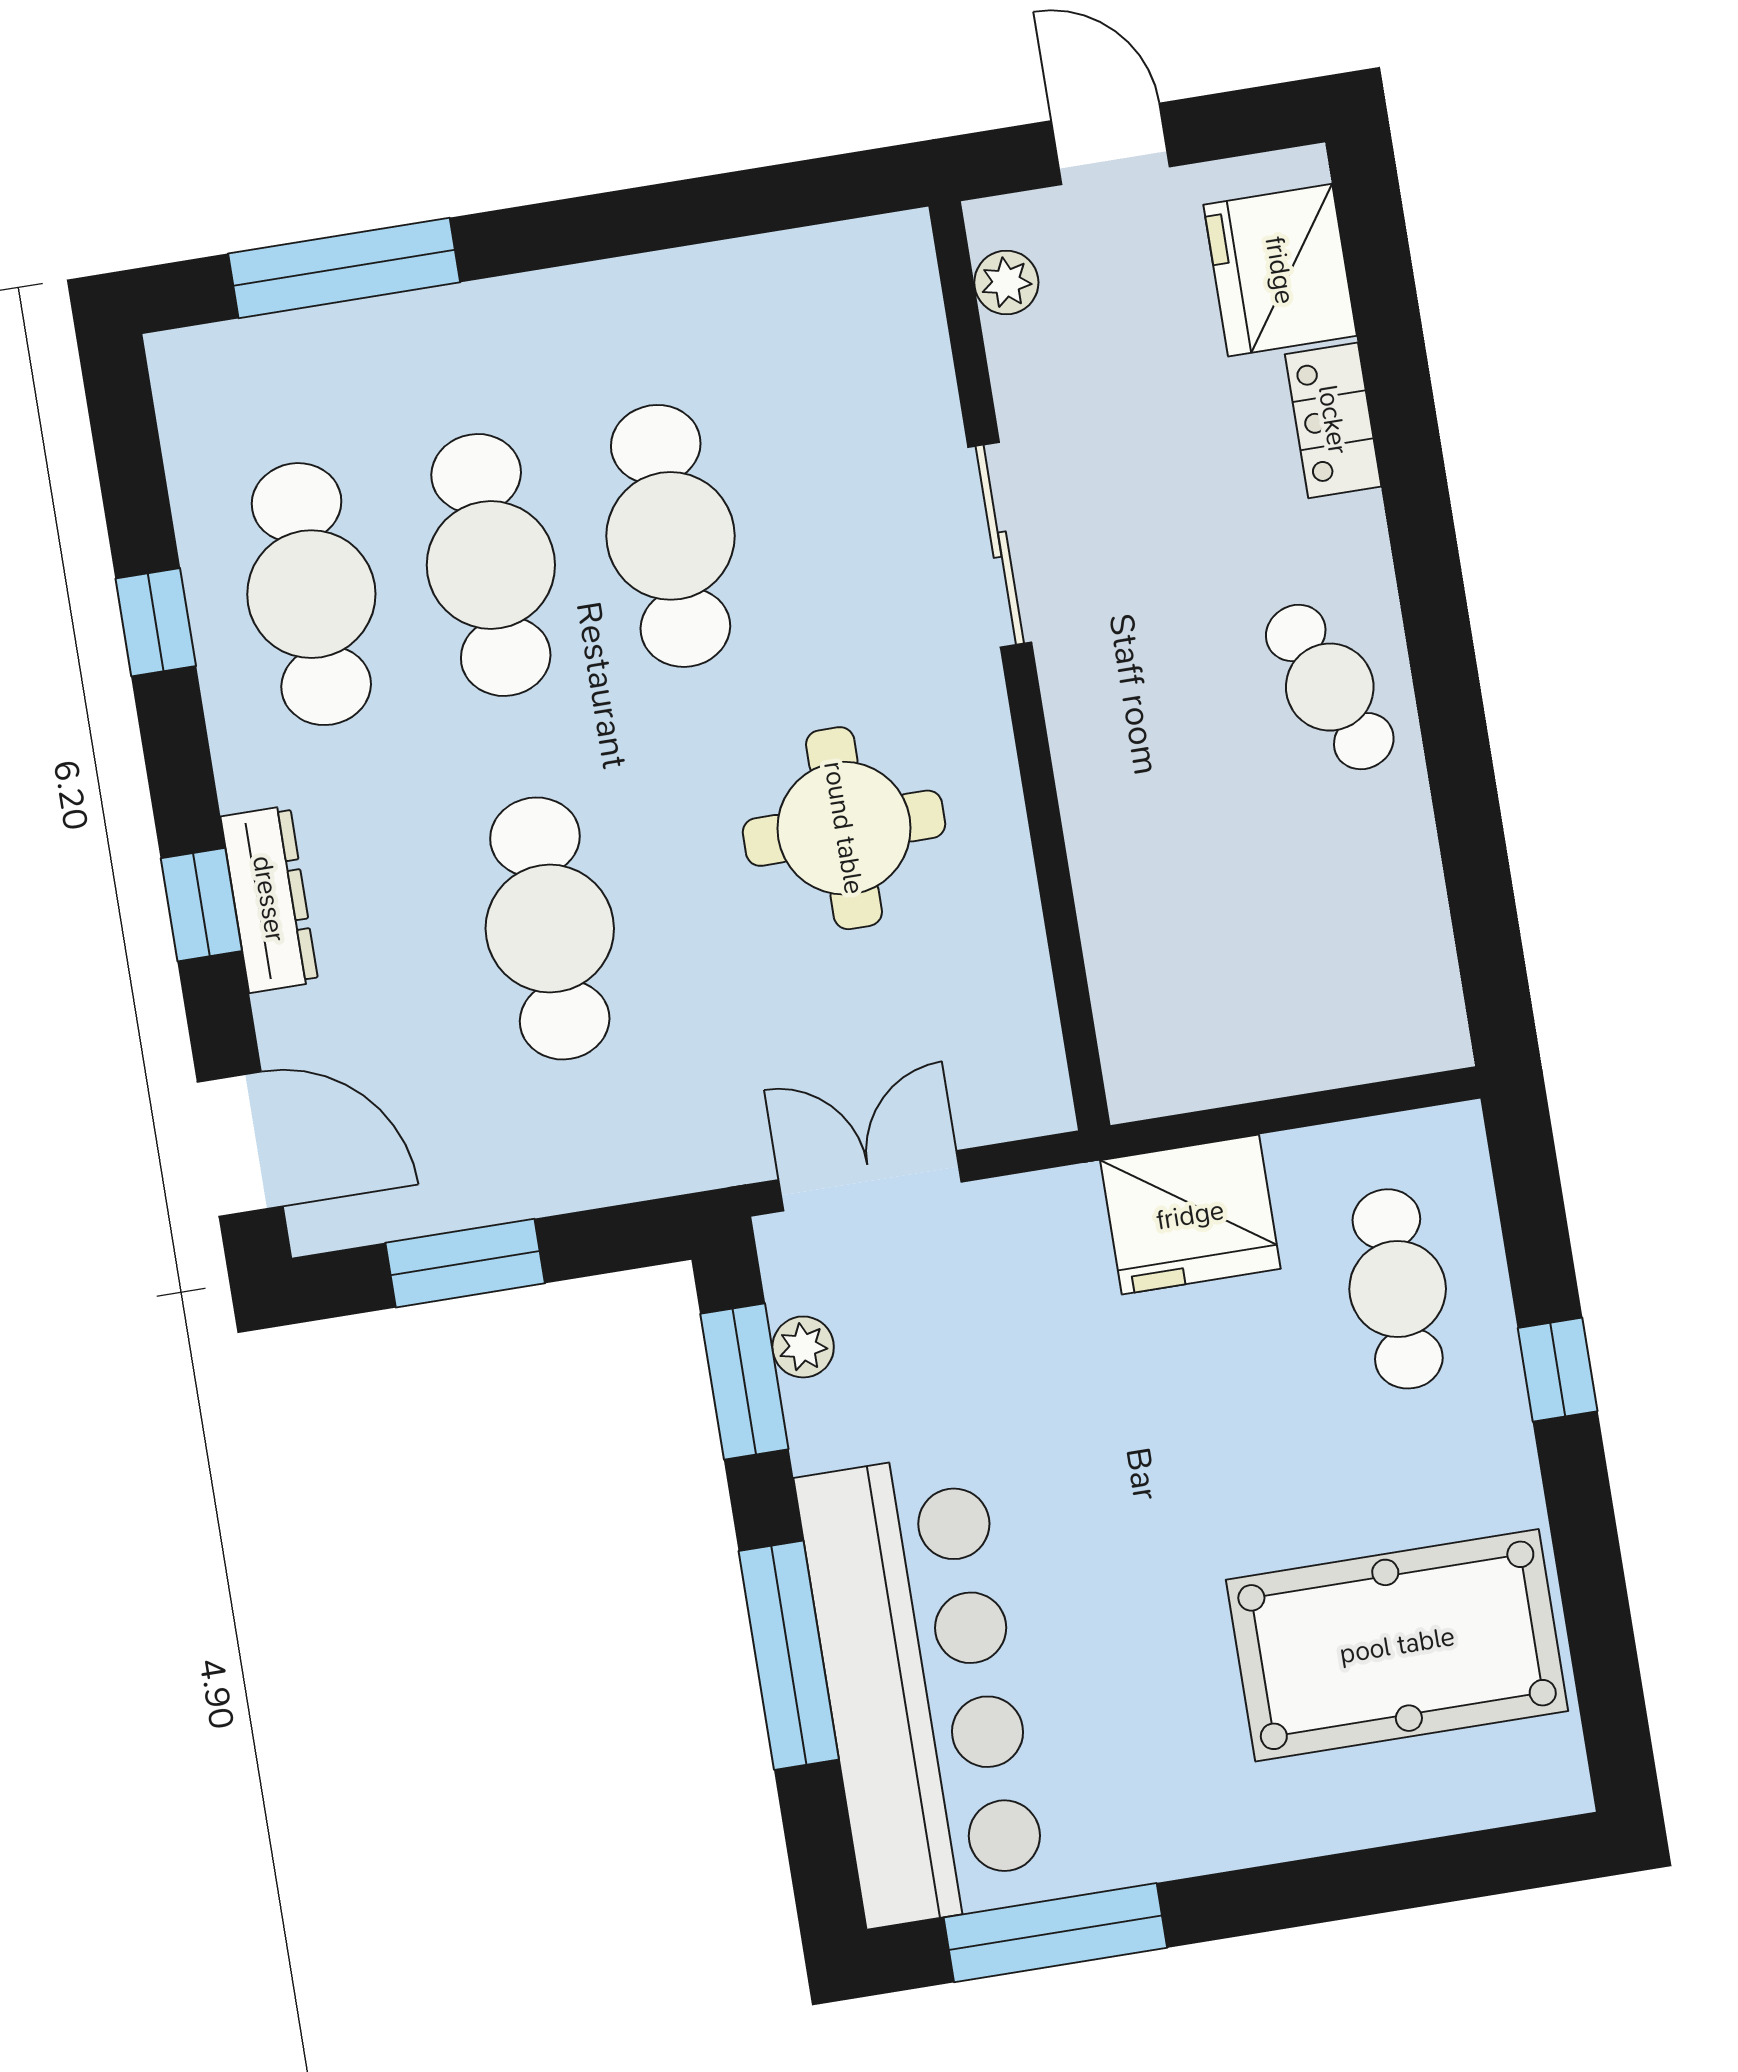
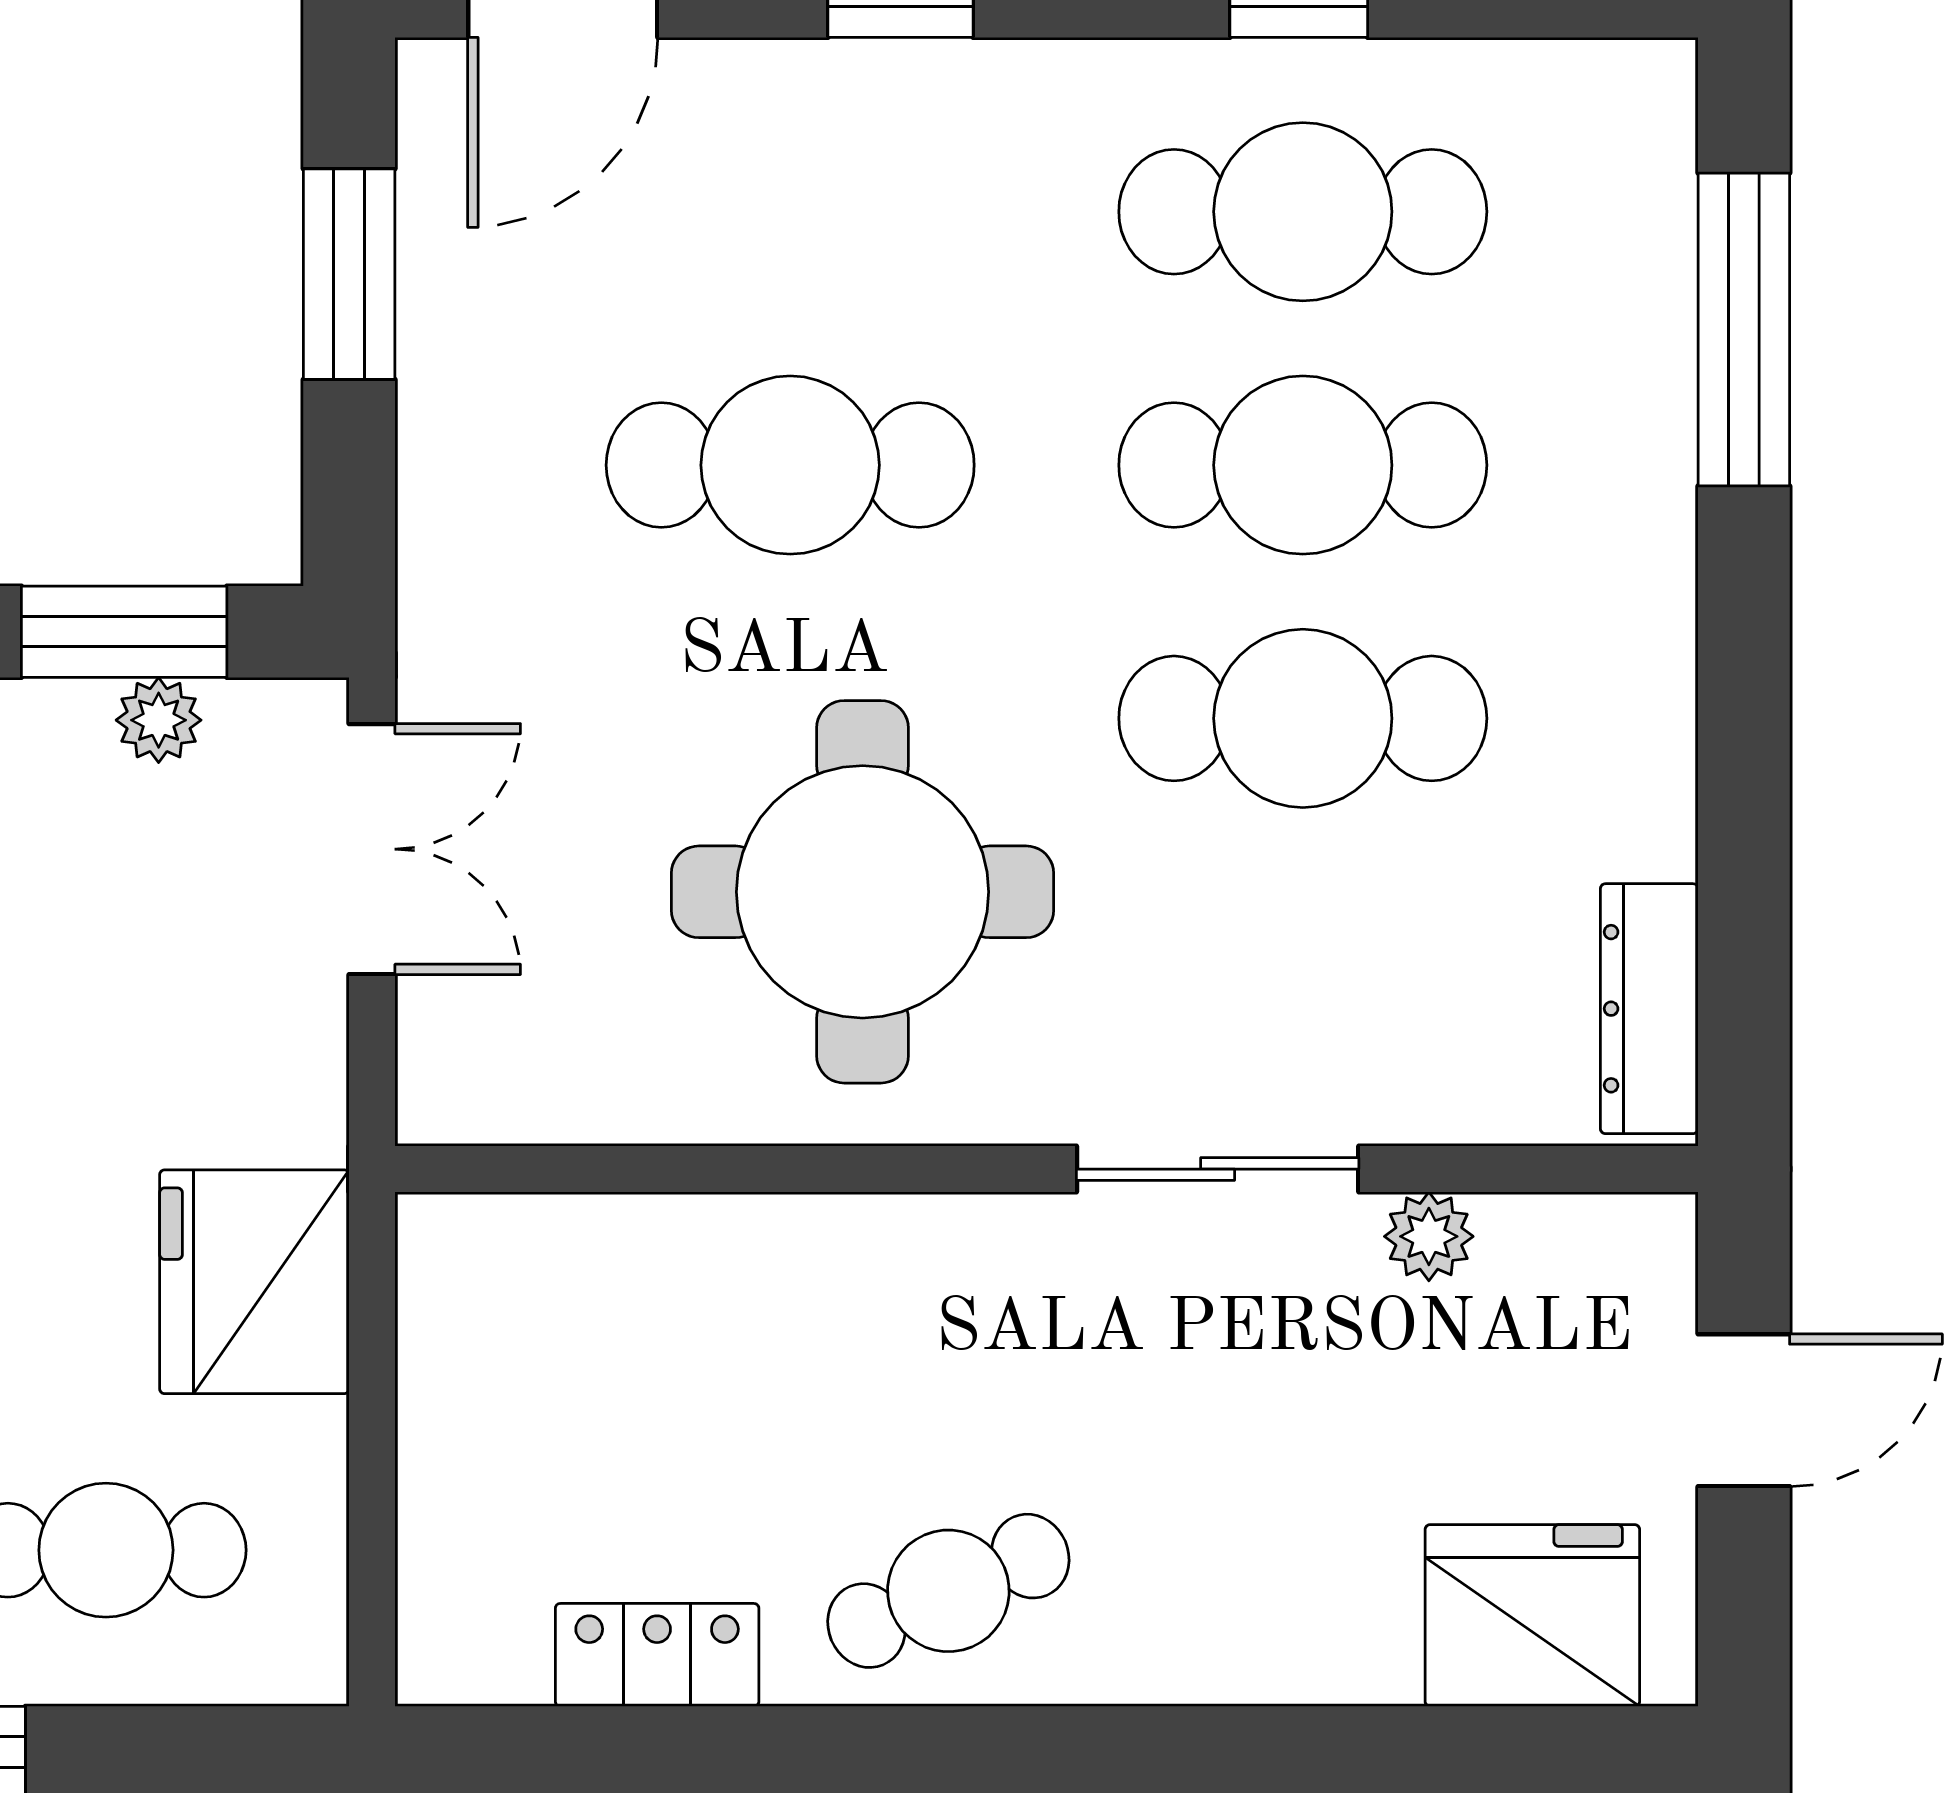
plant: (1006, 282) -> (1429, 1236), moved
locker: (1333, 420) -> (657, 1655), moved
round table: (844, 828) -> (863, 892), width x1.36, depth x1.36
dresser: (269, 899) -> (1649, 1009), moved, turned 90

